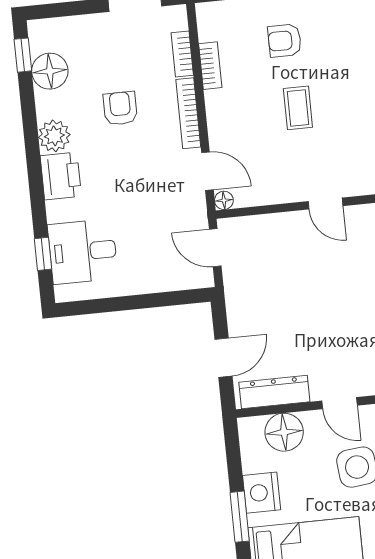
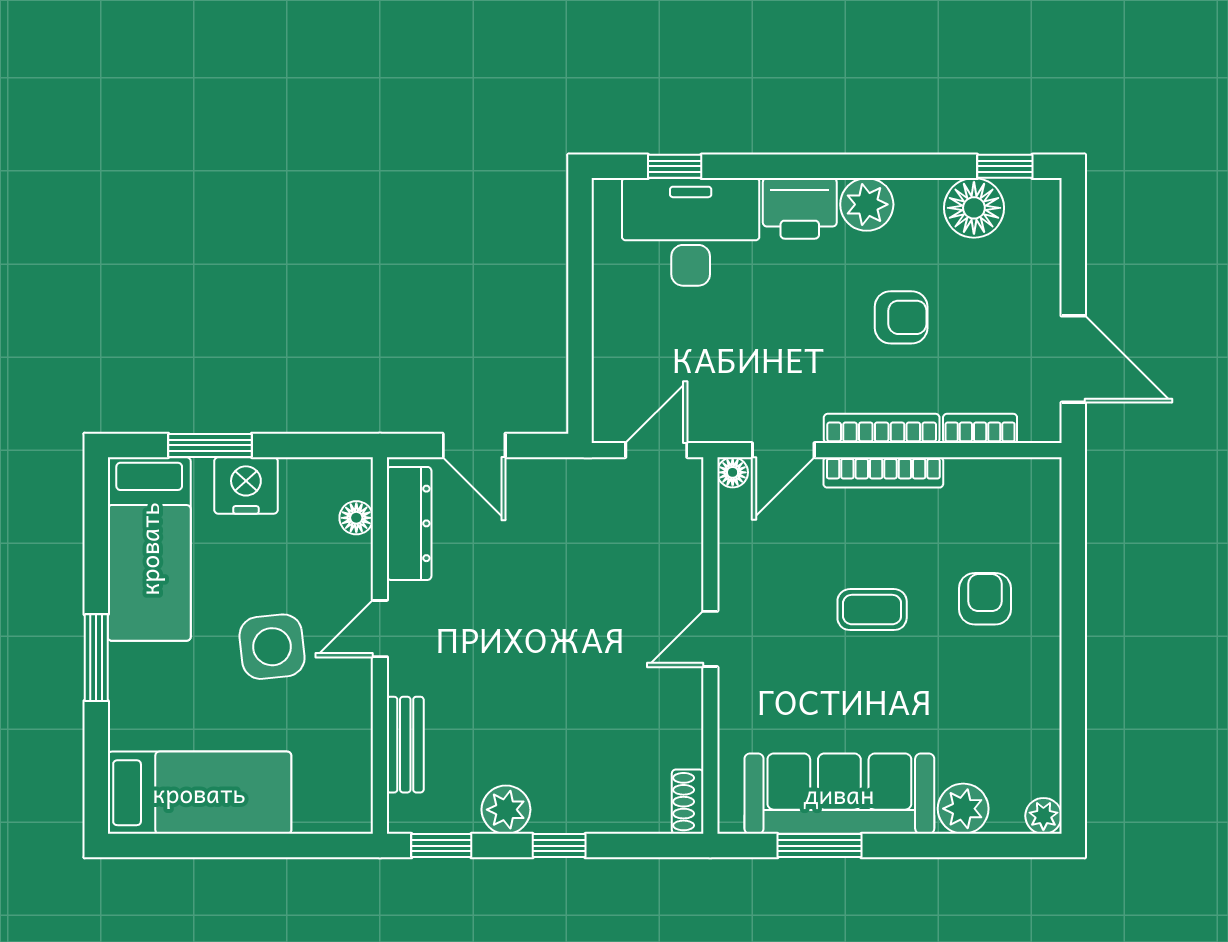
bookcase: (210, 66) -> (883, 472), moved, width x1.56
desk: (83, 252) -> (691, 232), width x1.37
floor lamp: (284, 432) -> (356, 518), width x0.53, depth x0.53

